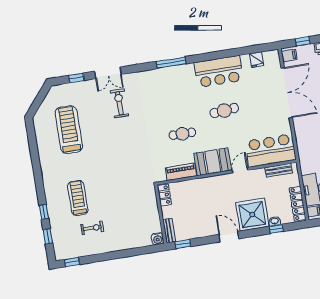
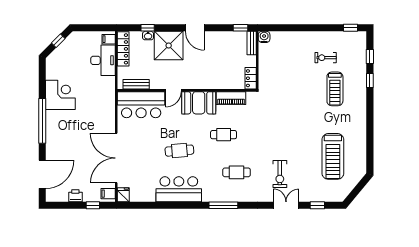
fridge: (257, 60) -> (123, 195), moved
cafe table: (163, 98) -> (237, 172), added

